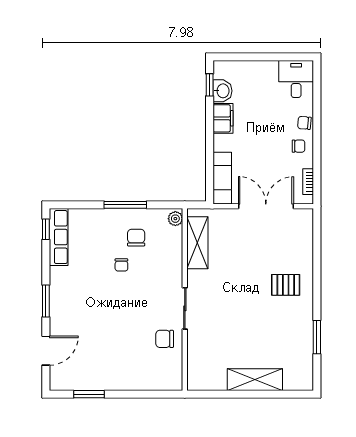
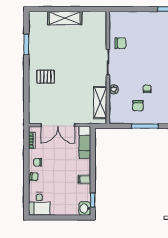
washbasin: (222, 91) -> (85, 208), moved
filing cabinet: (223, 118) -> (84, 179), width x0.50
plant: (175, 219) -> (114, 89), moved

